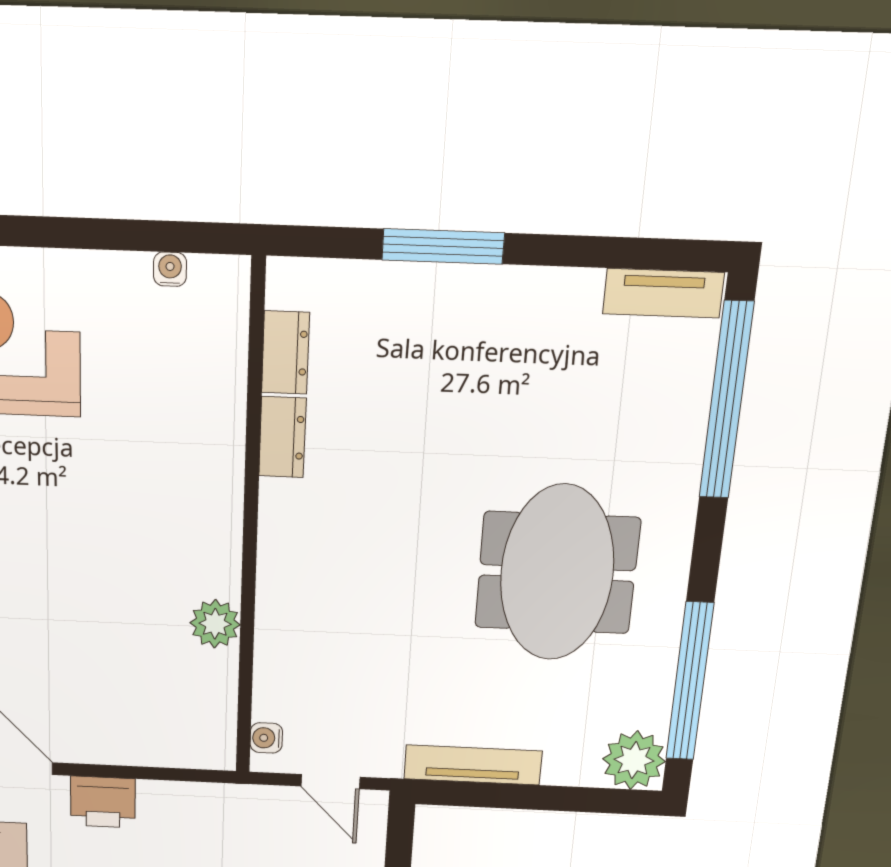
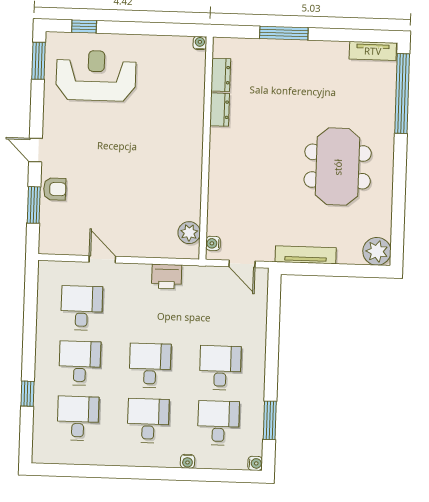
water cooler: (170, 269) -> (200, 43), moved
plant: (215, 624) -> (189, 233), moved
window: (690, 682) -> (398, 214), removed
printer: (103, 802) -> (167, 277), moved

